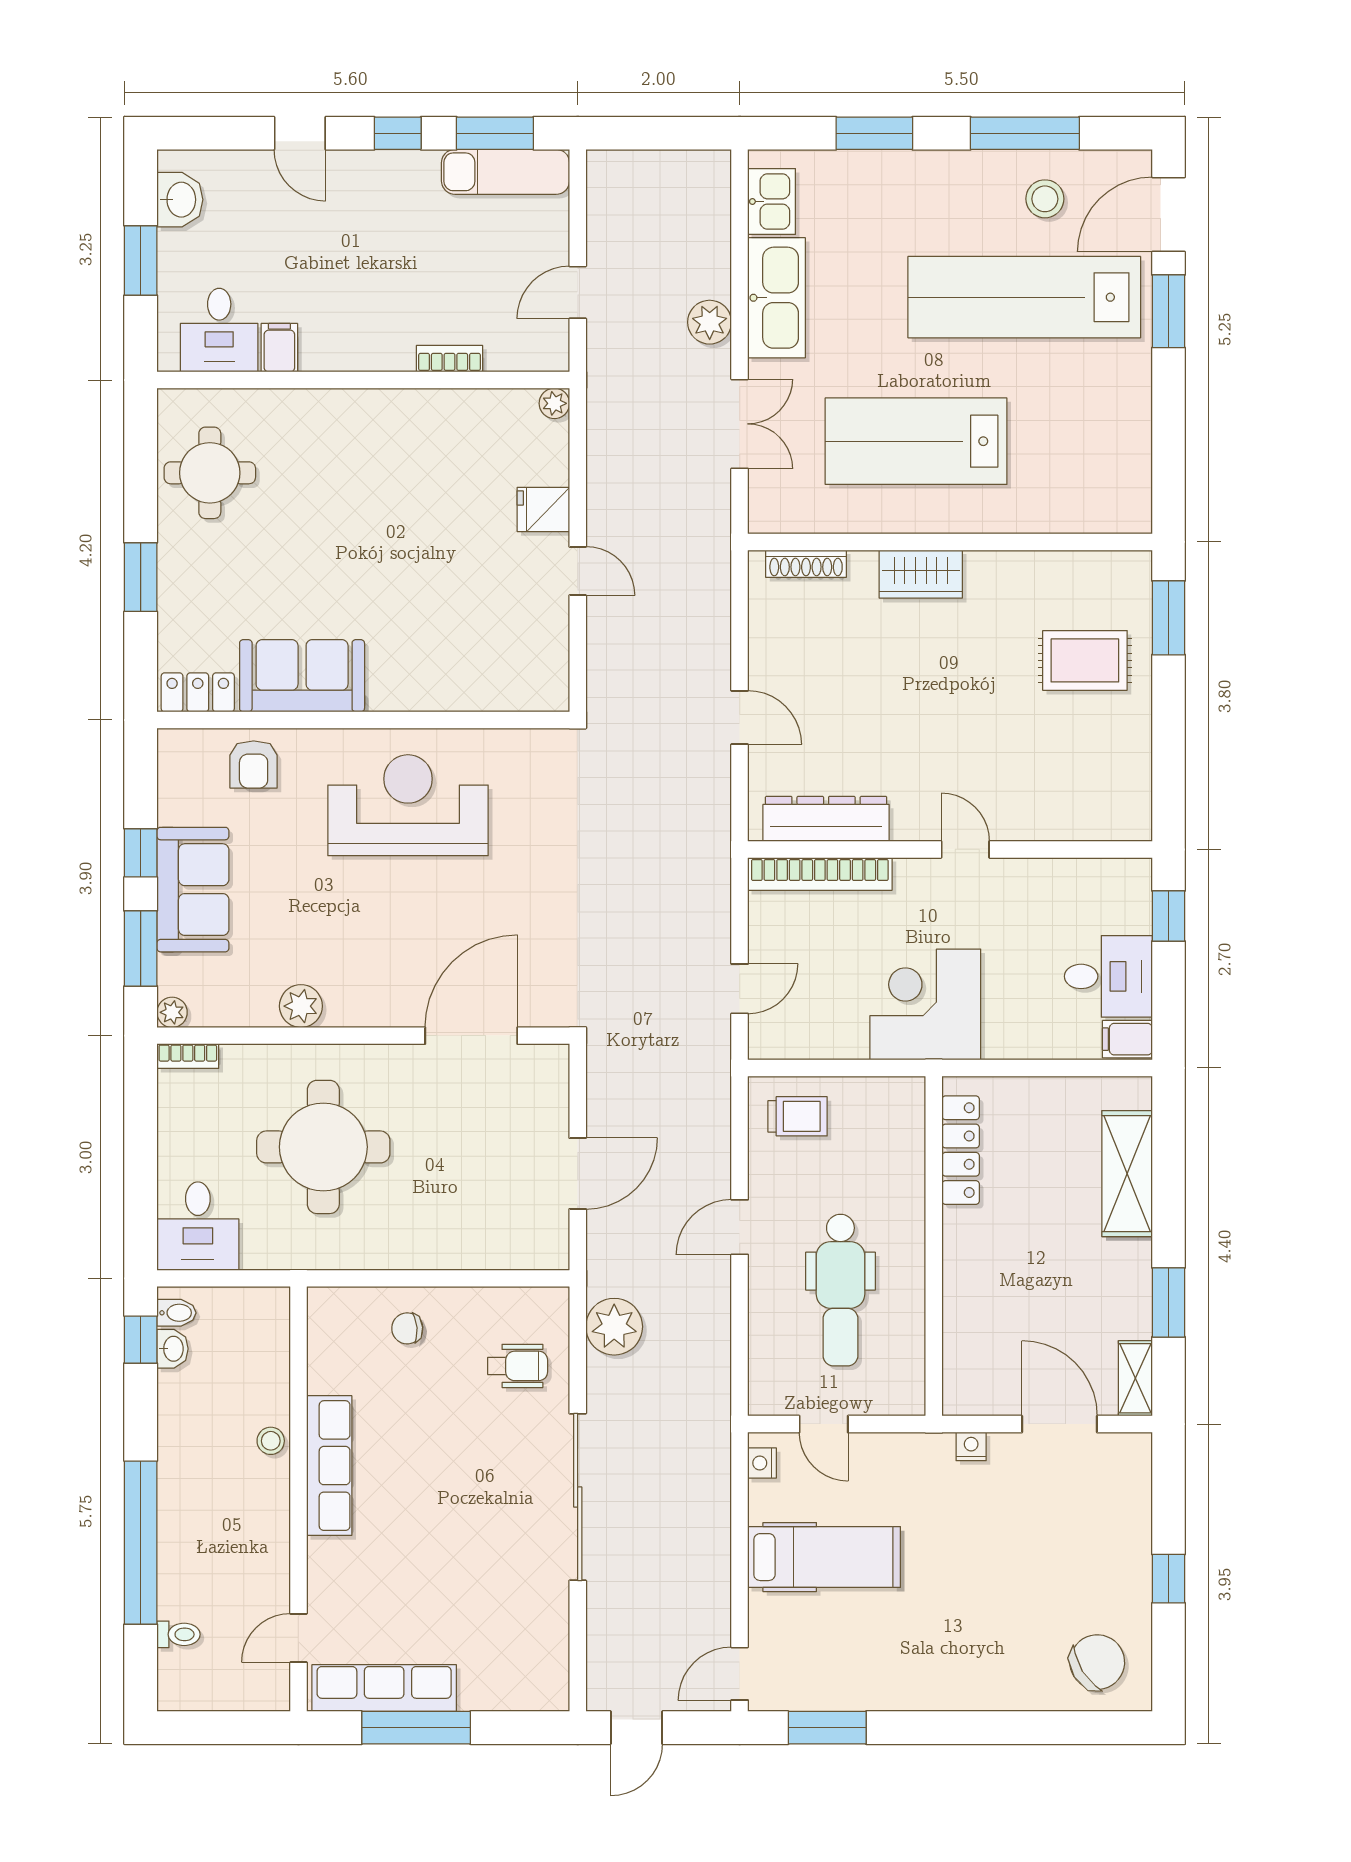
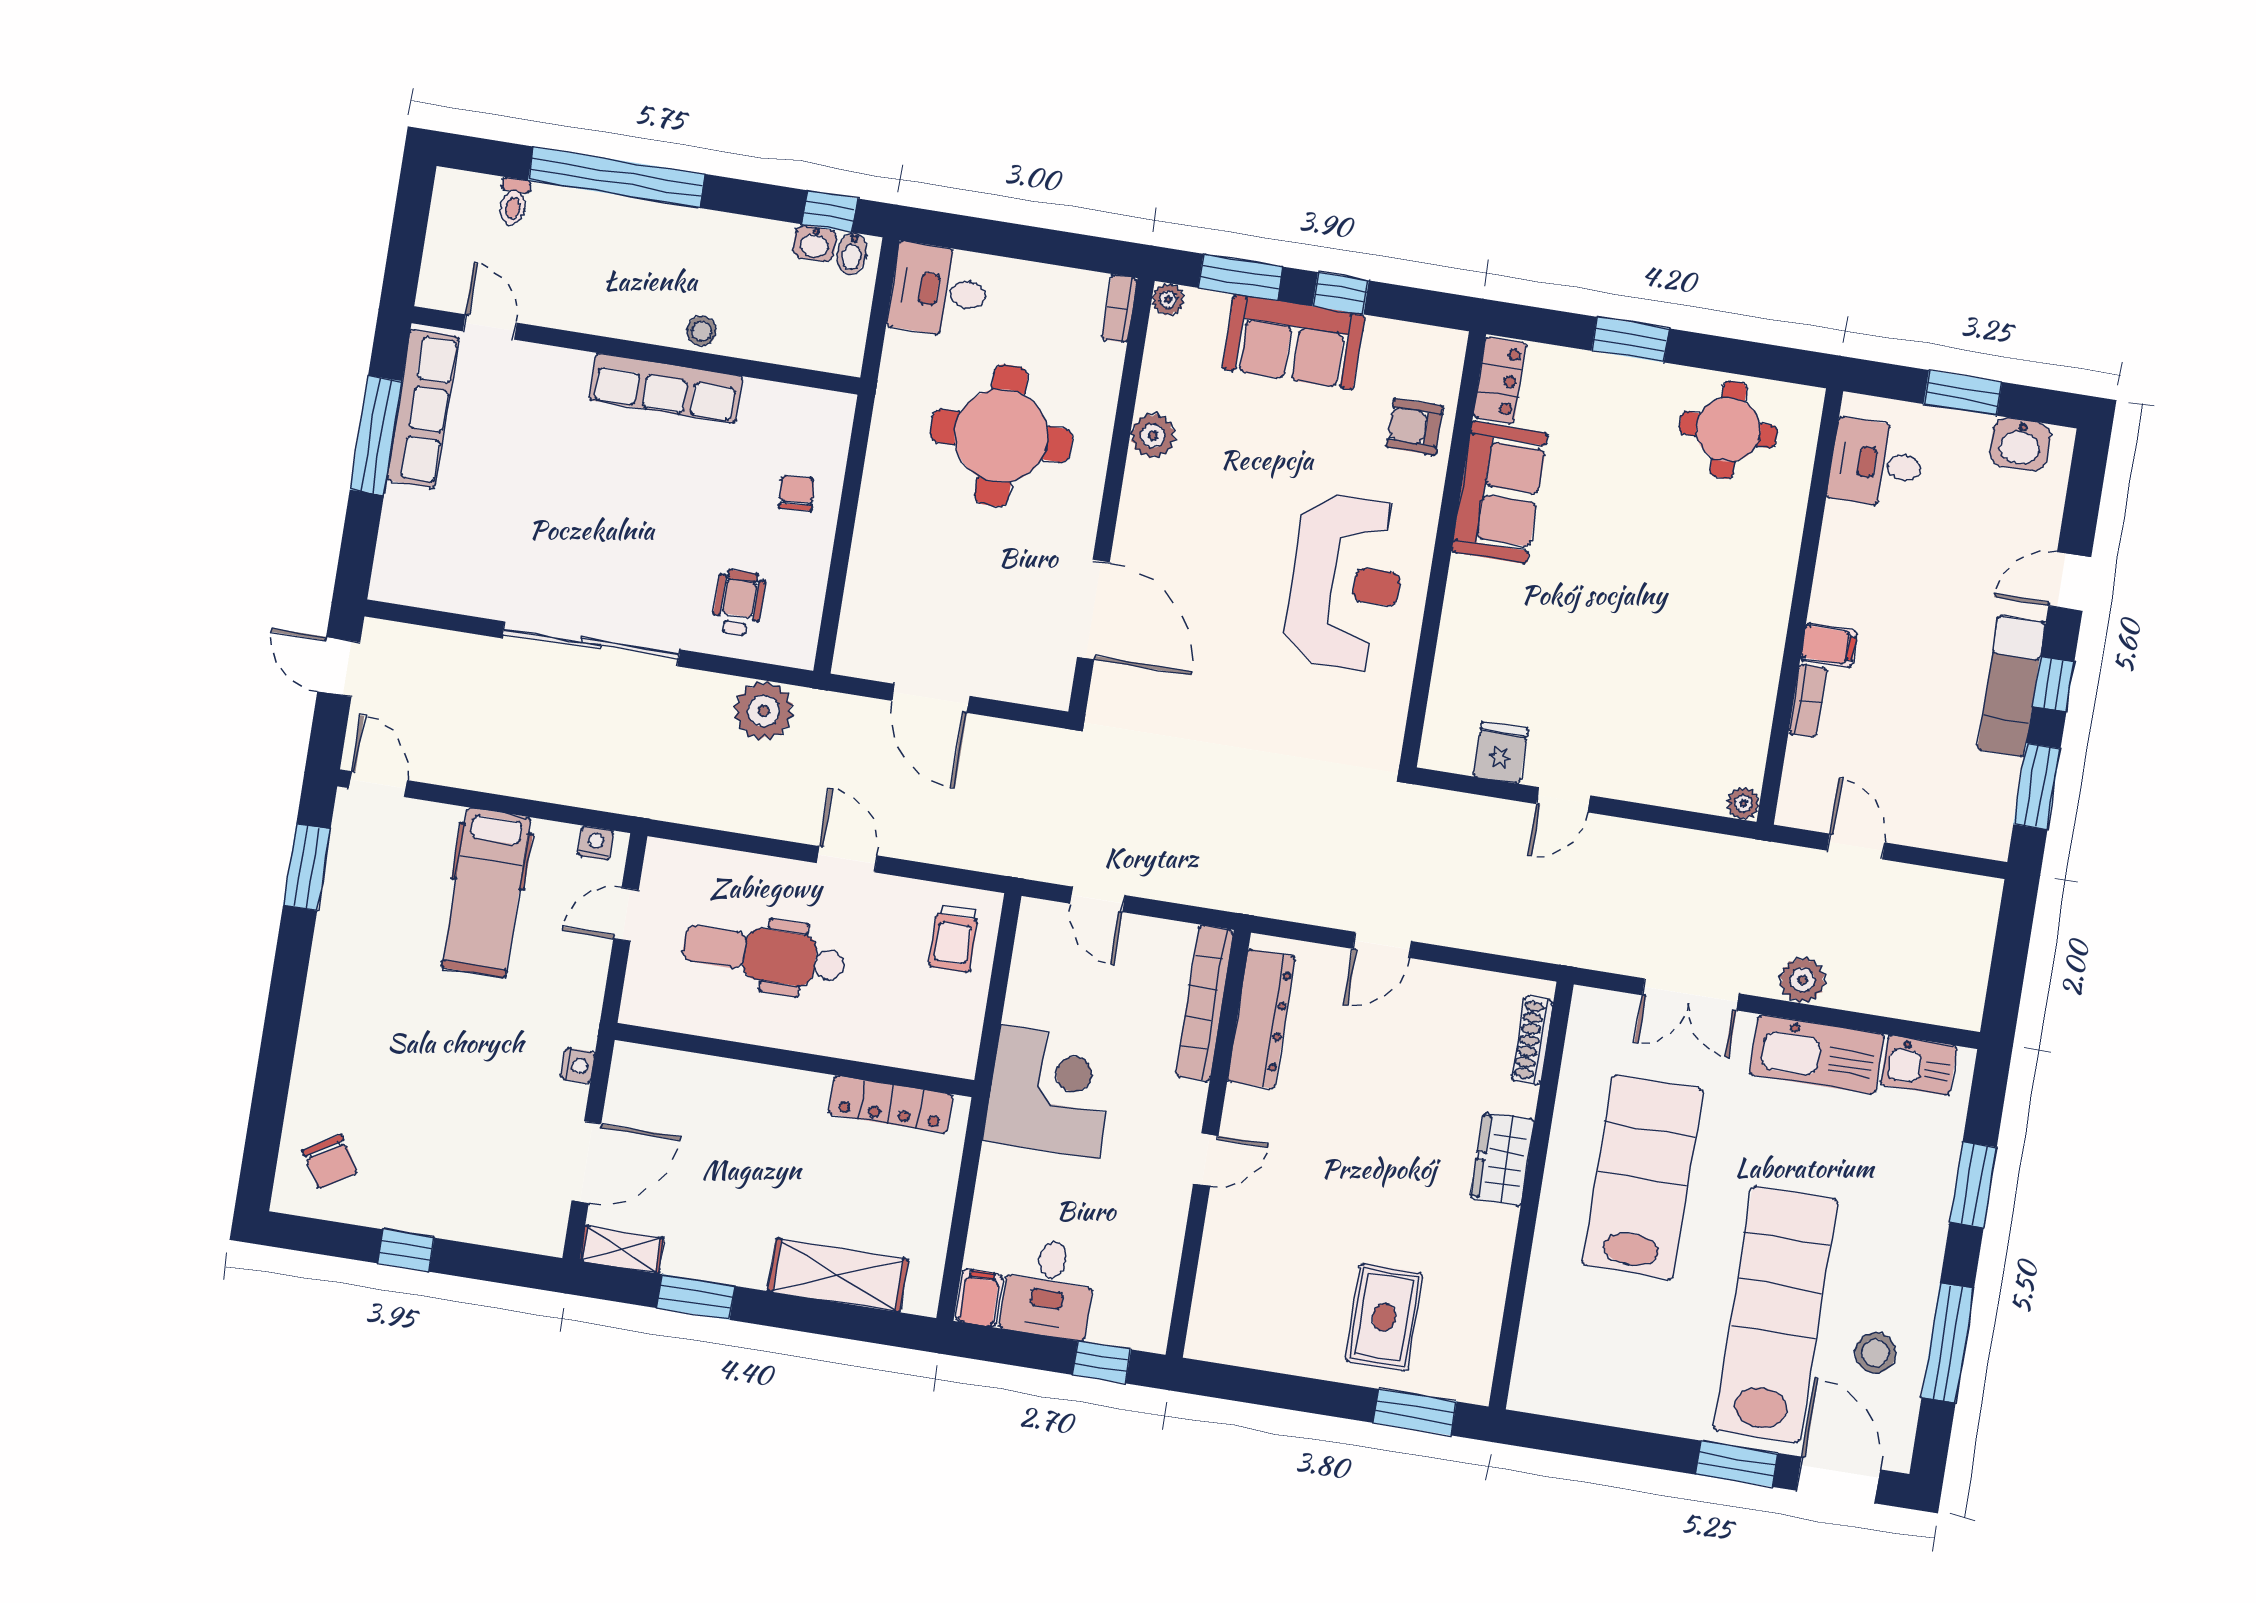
exam couch: (506, 172) -> (2011, 686), moved
filing cabinet: (279, 348) -> (1829, 645), moved
fridge: (543, 510) -> (1501, 753), moved
wheelchair: (518, 1366) -> (739, 603), turned 180
chair: (1097, 1662) -> (330, 1162), width x0.73, depth x0.73

